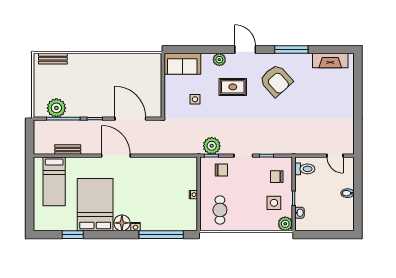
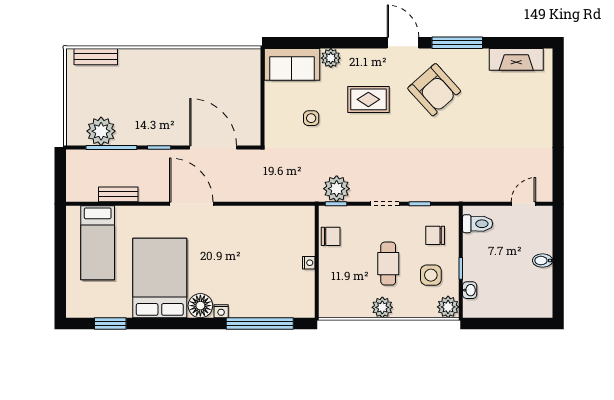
door: (245, 50) -> (403, 43), moved
plant: (219, 60) -> (331, 58), moved
door: (335, 156) -> (523, 204), swing flipped
chair: (221, 170) -> (331, 236), moved
cafe table: (220, 210) -> (388, 264), moved
plant: (242, 224) -> (382, 307), added
window: (73, 235) -> (110, 323), moved

